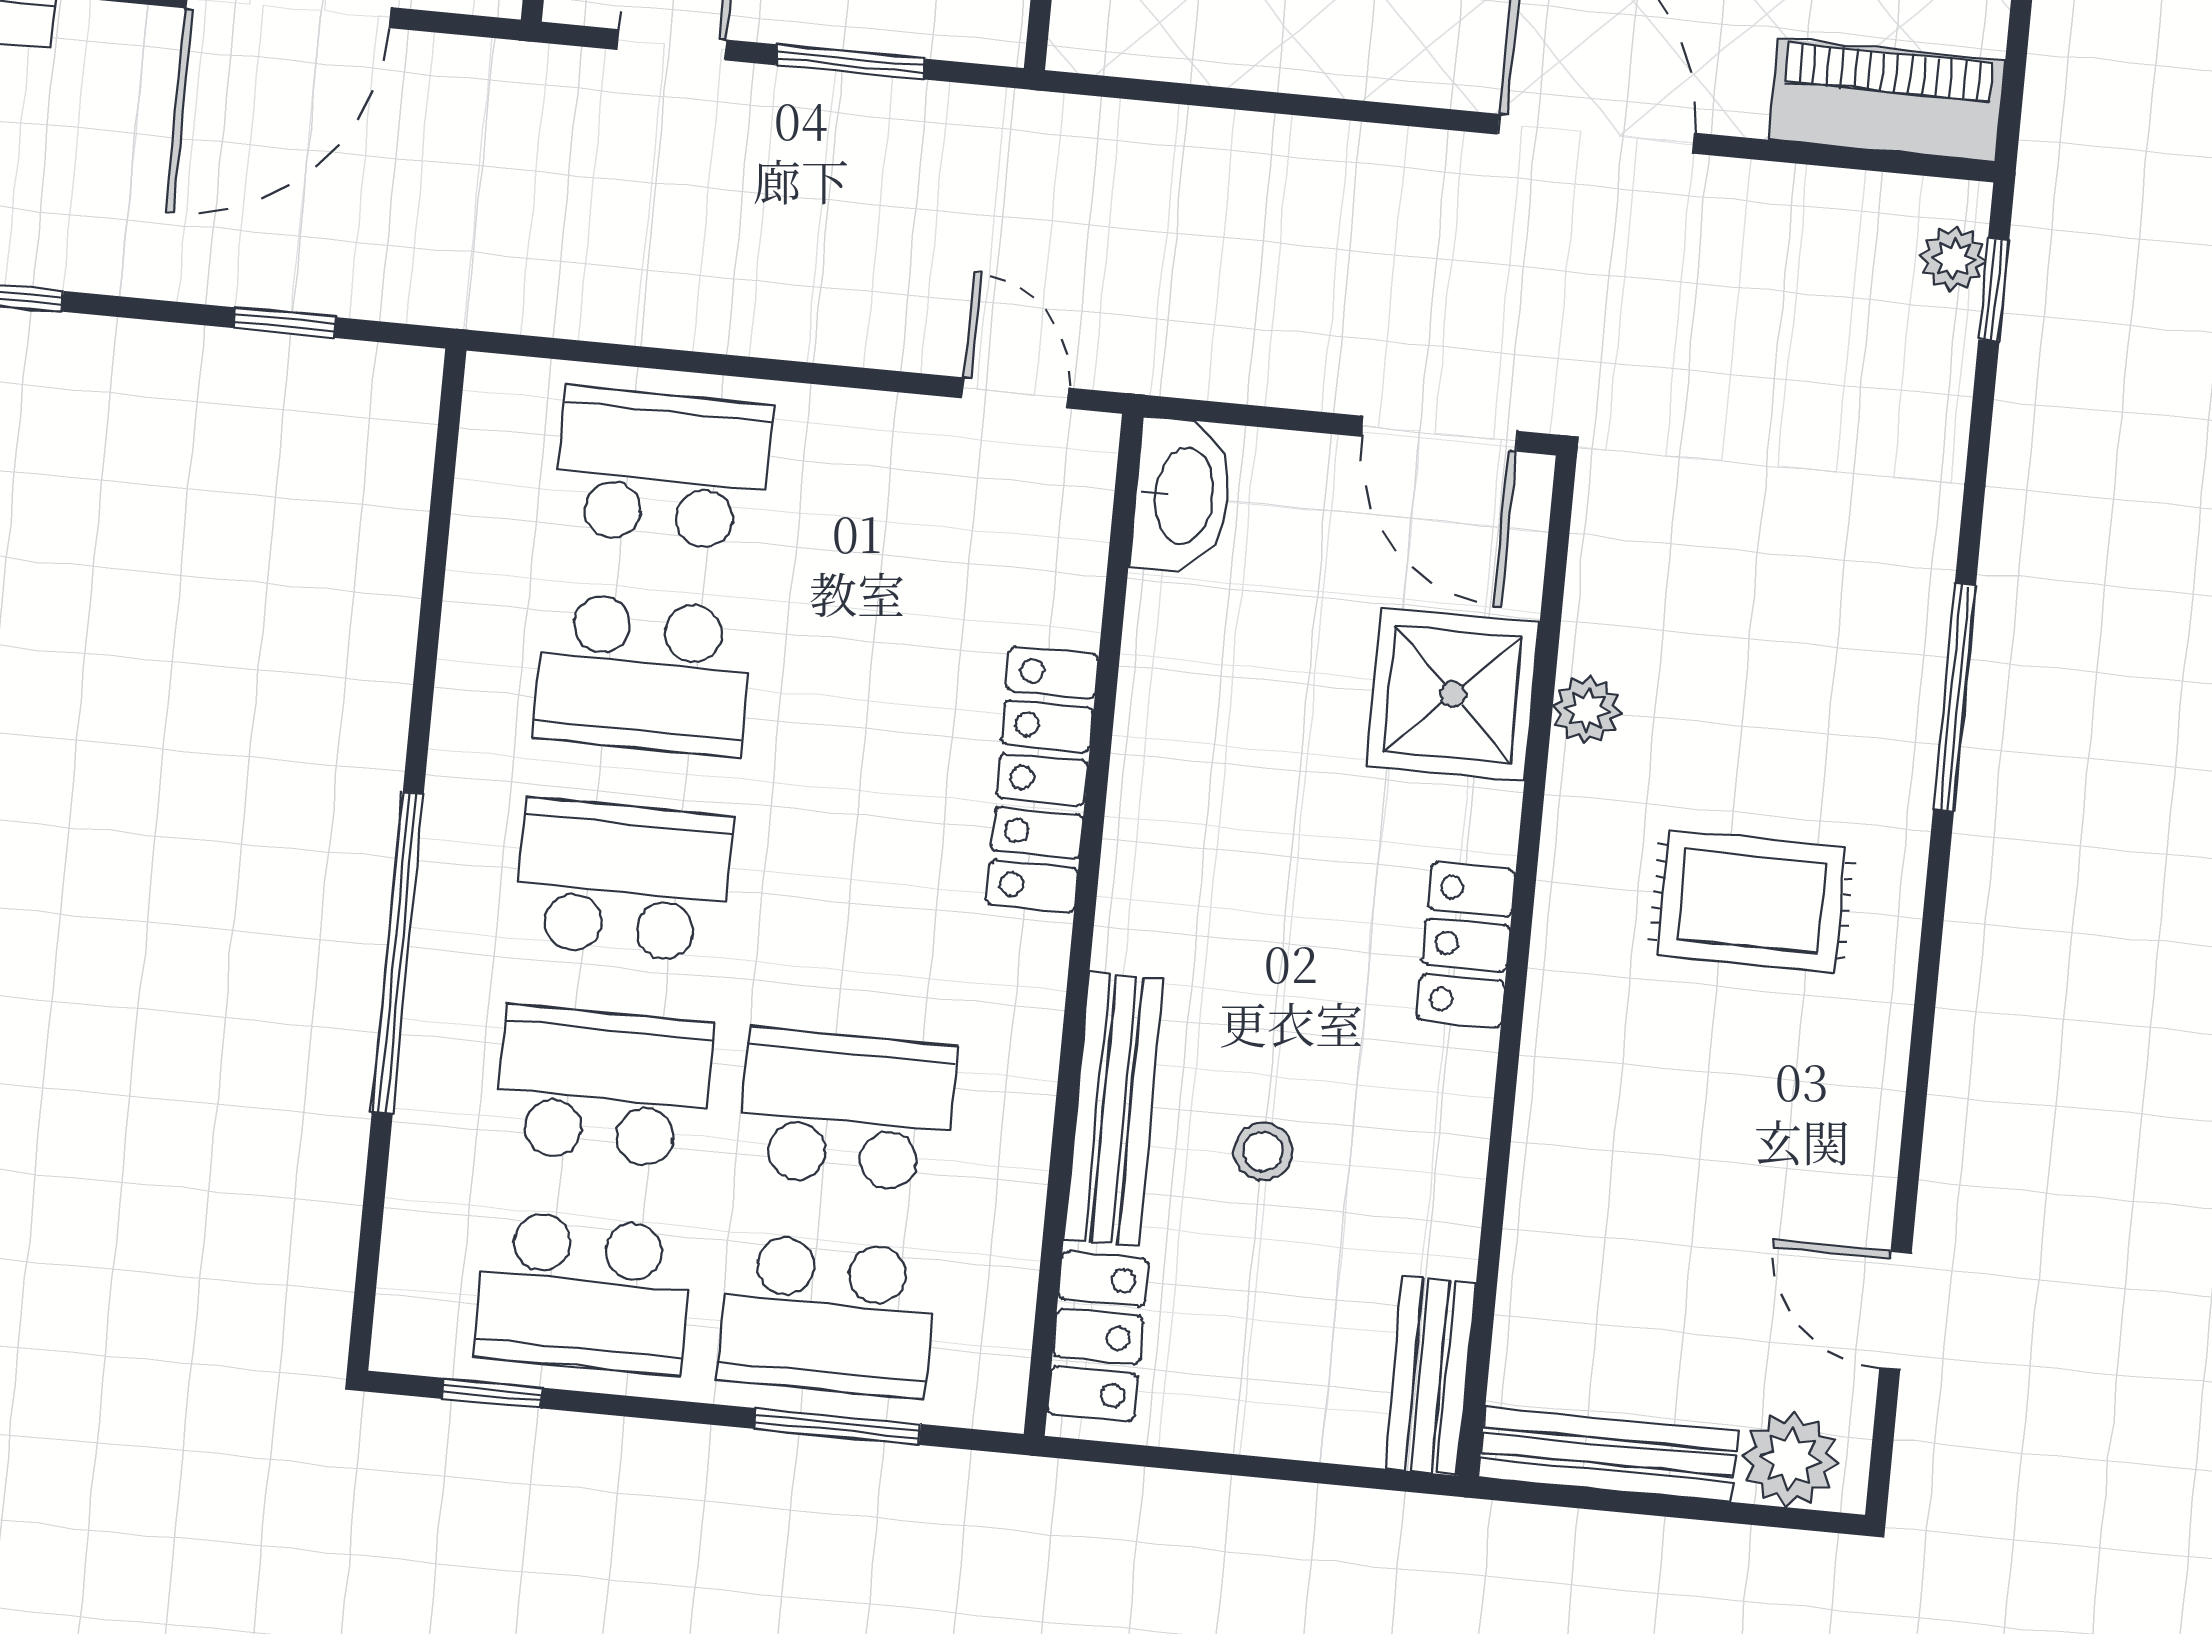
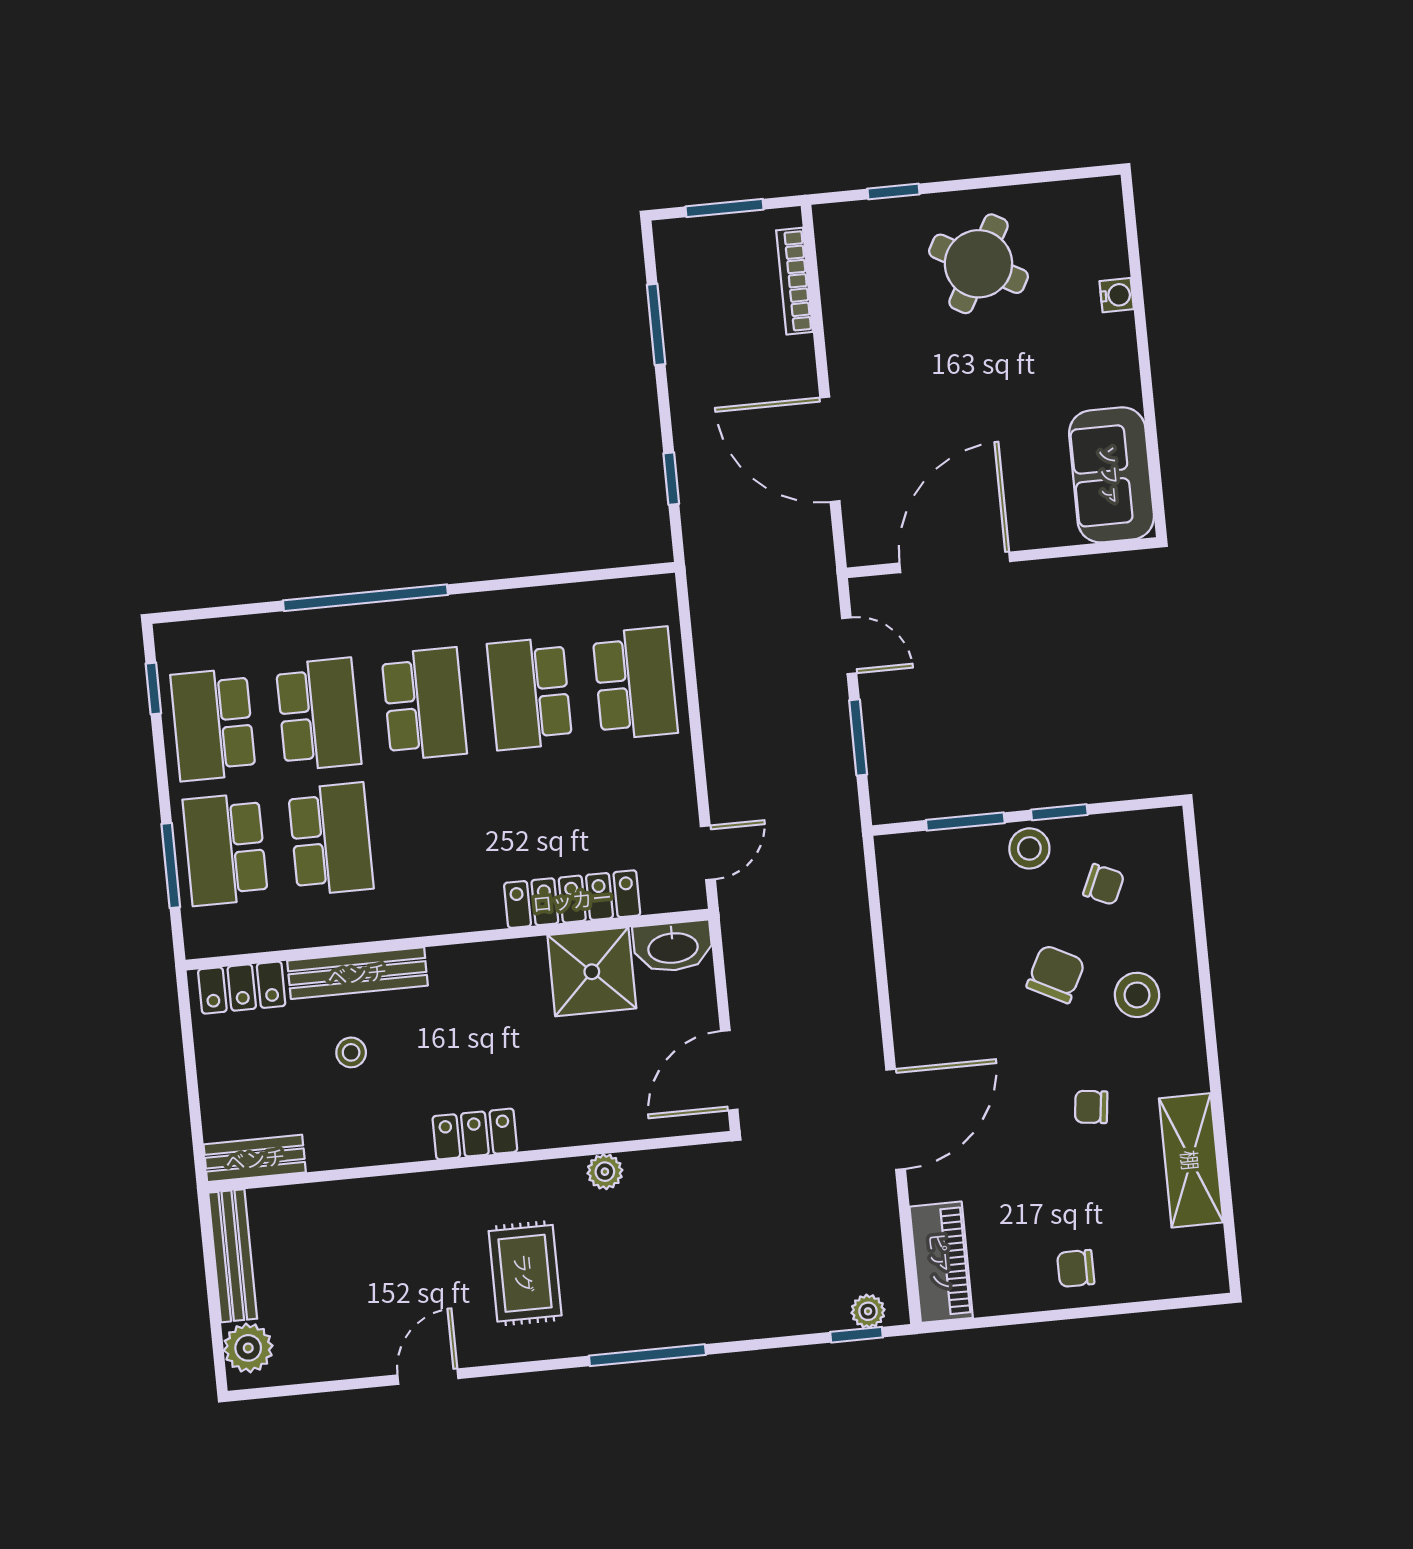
shower: (1453, 694) -> (592, 972), moved
locker: (1042, 779) -> (572, 899), moved
door: (1895, 1310) -> (428, 1377), moved

